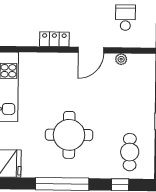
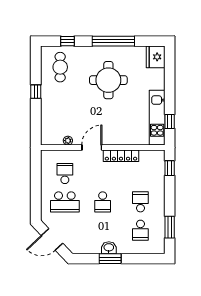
school desk: (125, 18) -> (65, 174), turned 180
locker: (54, 39) -> (121, 156), width x1.53

